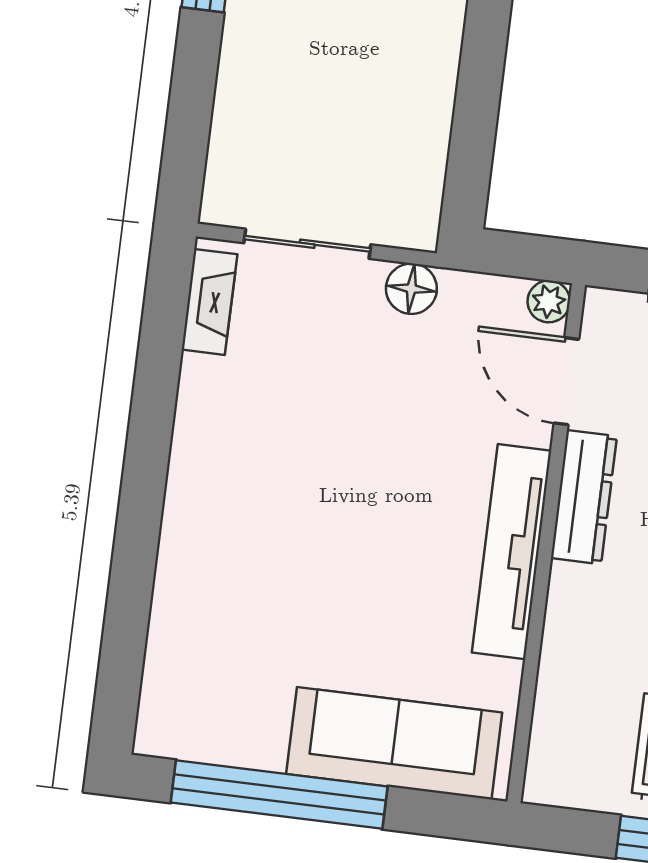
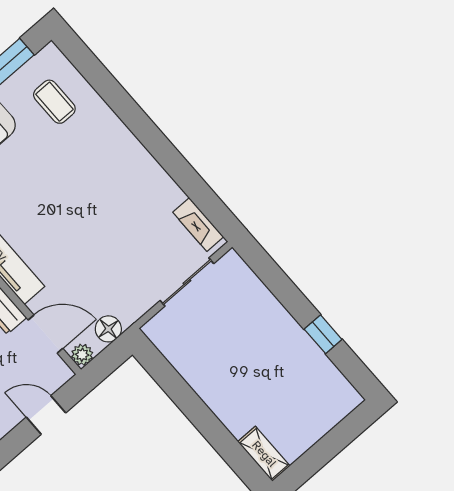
floor lamp: (411, 289) -> (108, 329), moved
coffee table: (218, 670) -> (54, 102), added

